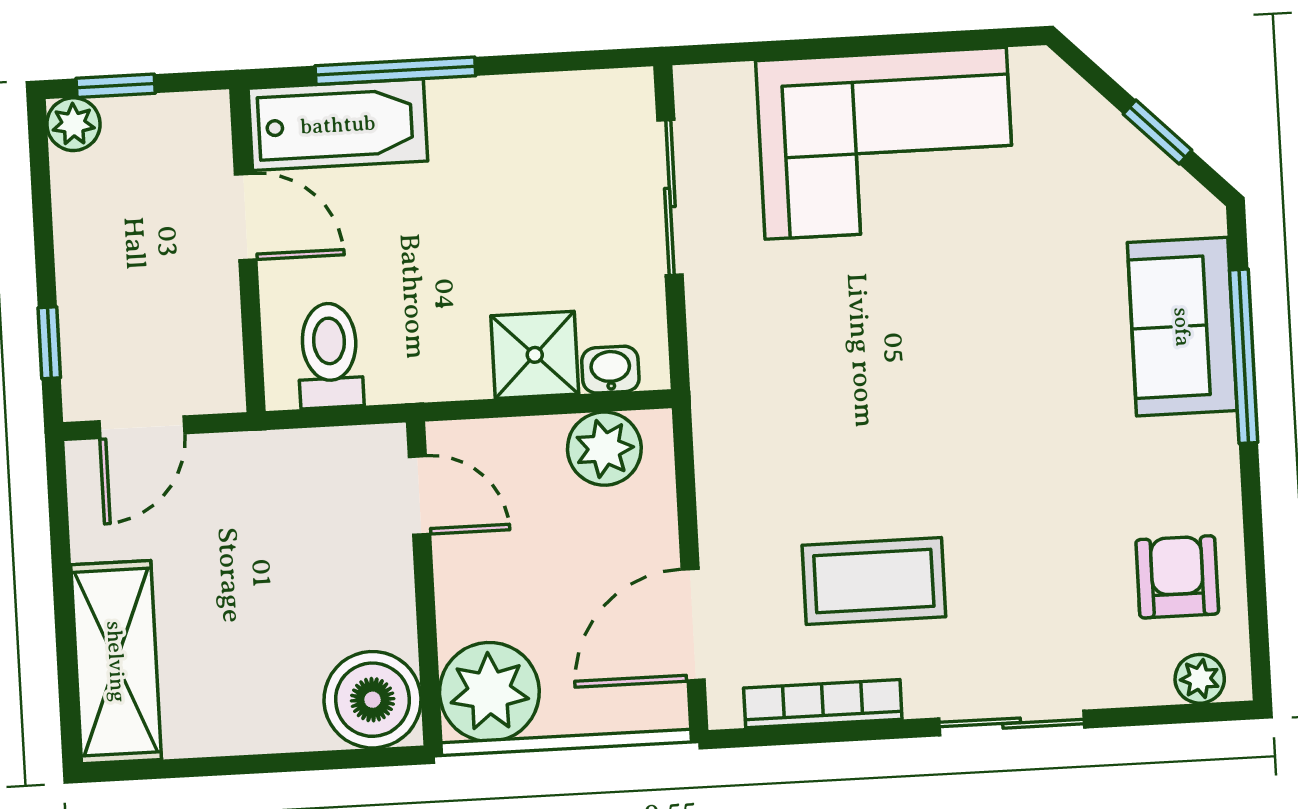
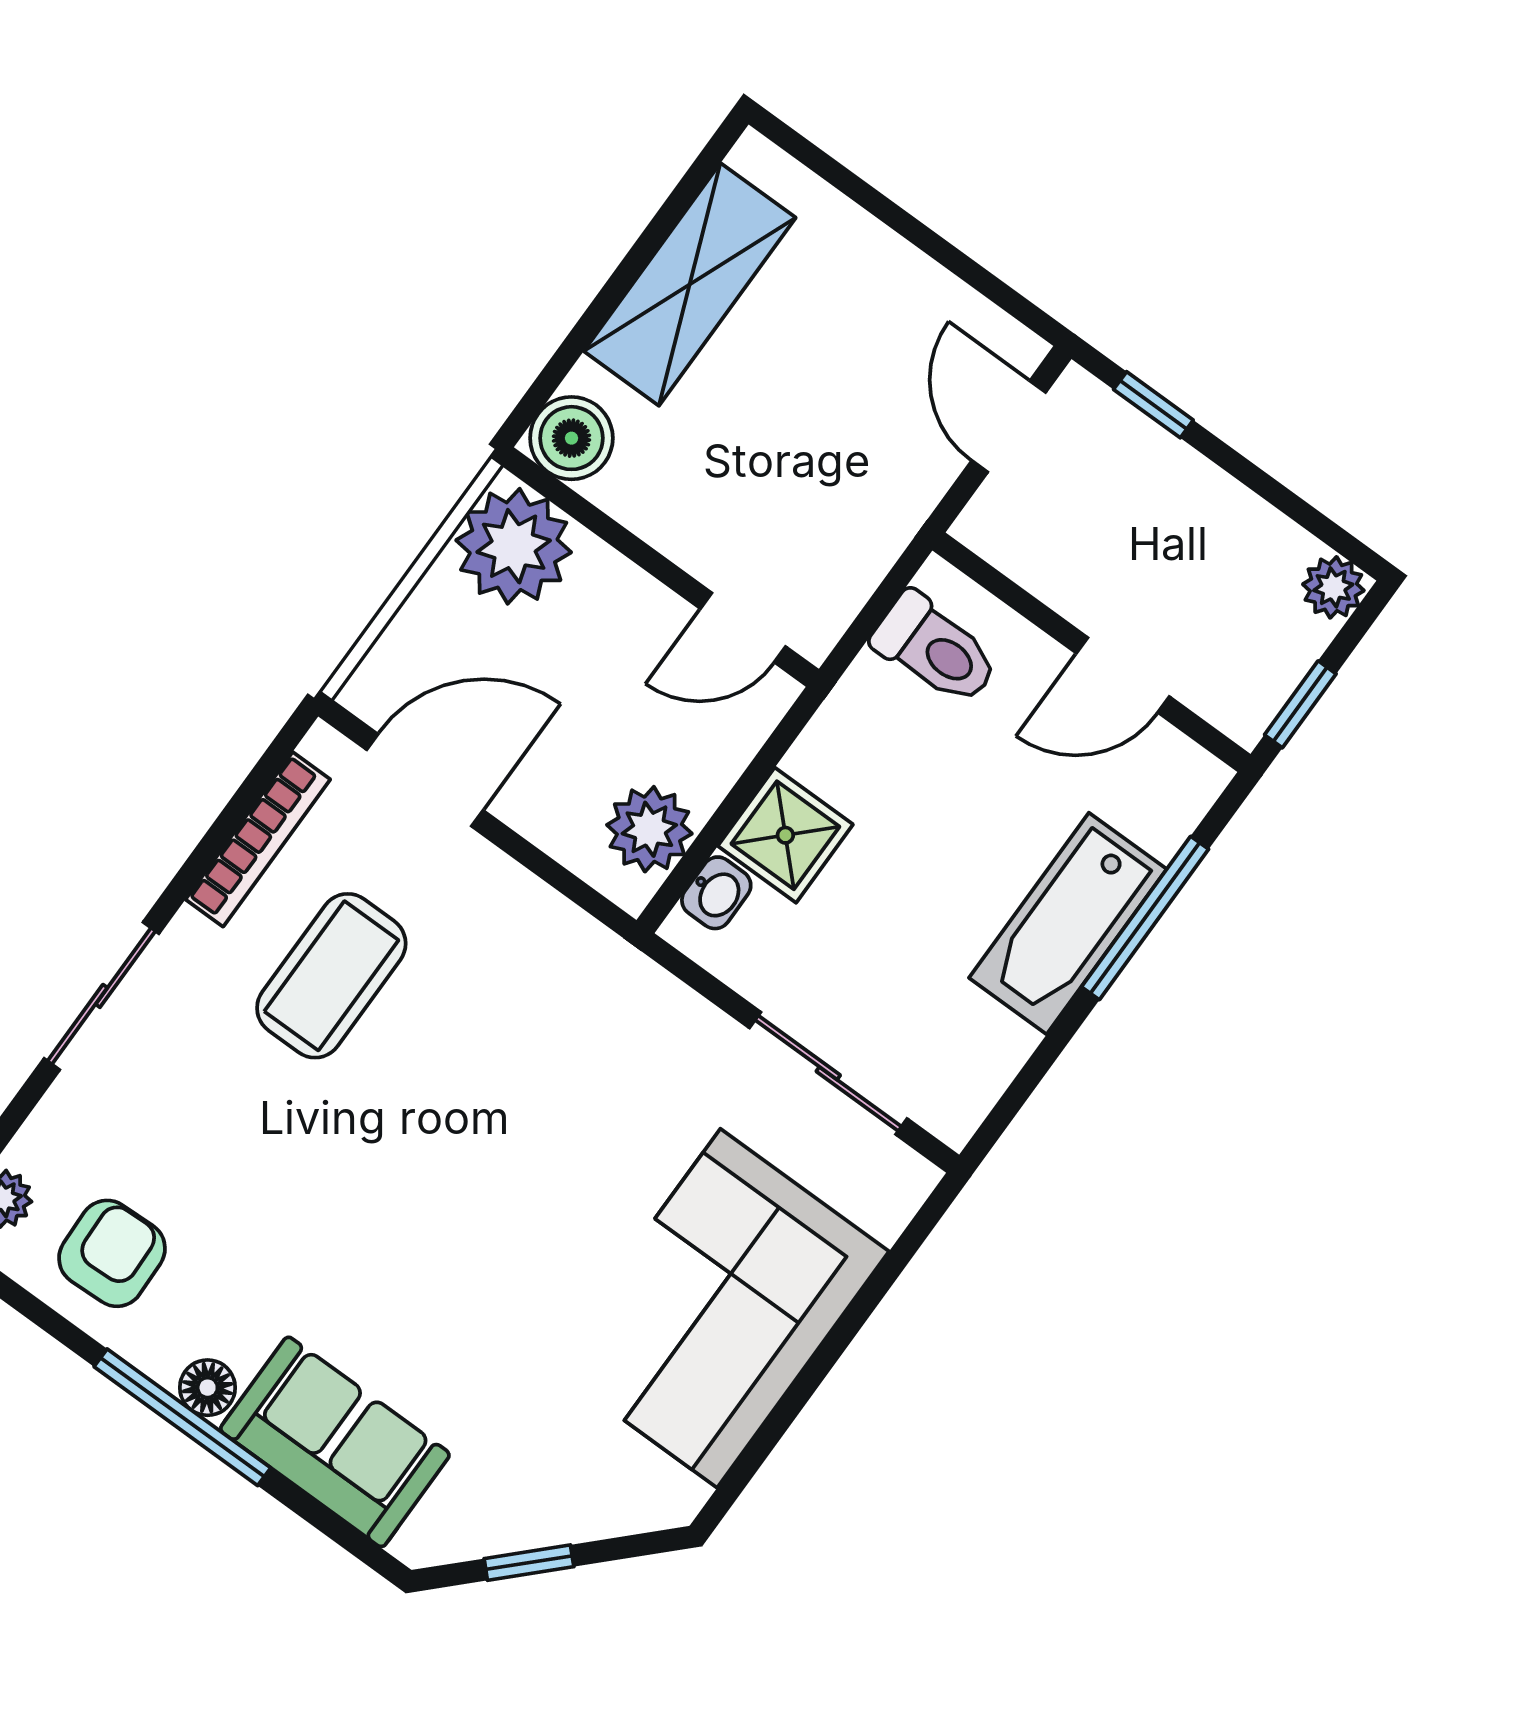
window: (116, 86) -> (1300, 704), moved
bathtub: (338, 125) -> (1068, 924), moved
window: (1244, 356) -> (182, 1417), moved
floor lamp: (1215, 441) -> (208, 1388), added
armchair: (1177, 577) -> (112, 1253), turned -92
door: (693, 625) -> (425, 780), hinge flipped
shelving: (116, 662) -> (690, 284), moved, turned 90
boiler: (373, 700) -> (571, 438), width x0.73, depth x0.73

